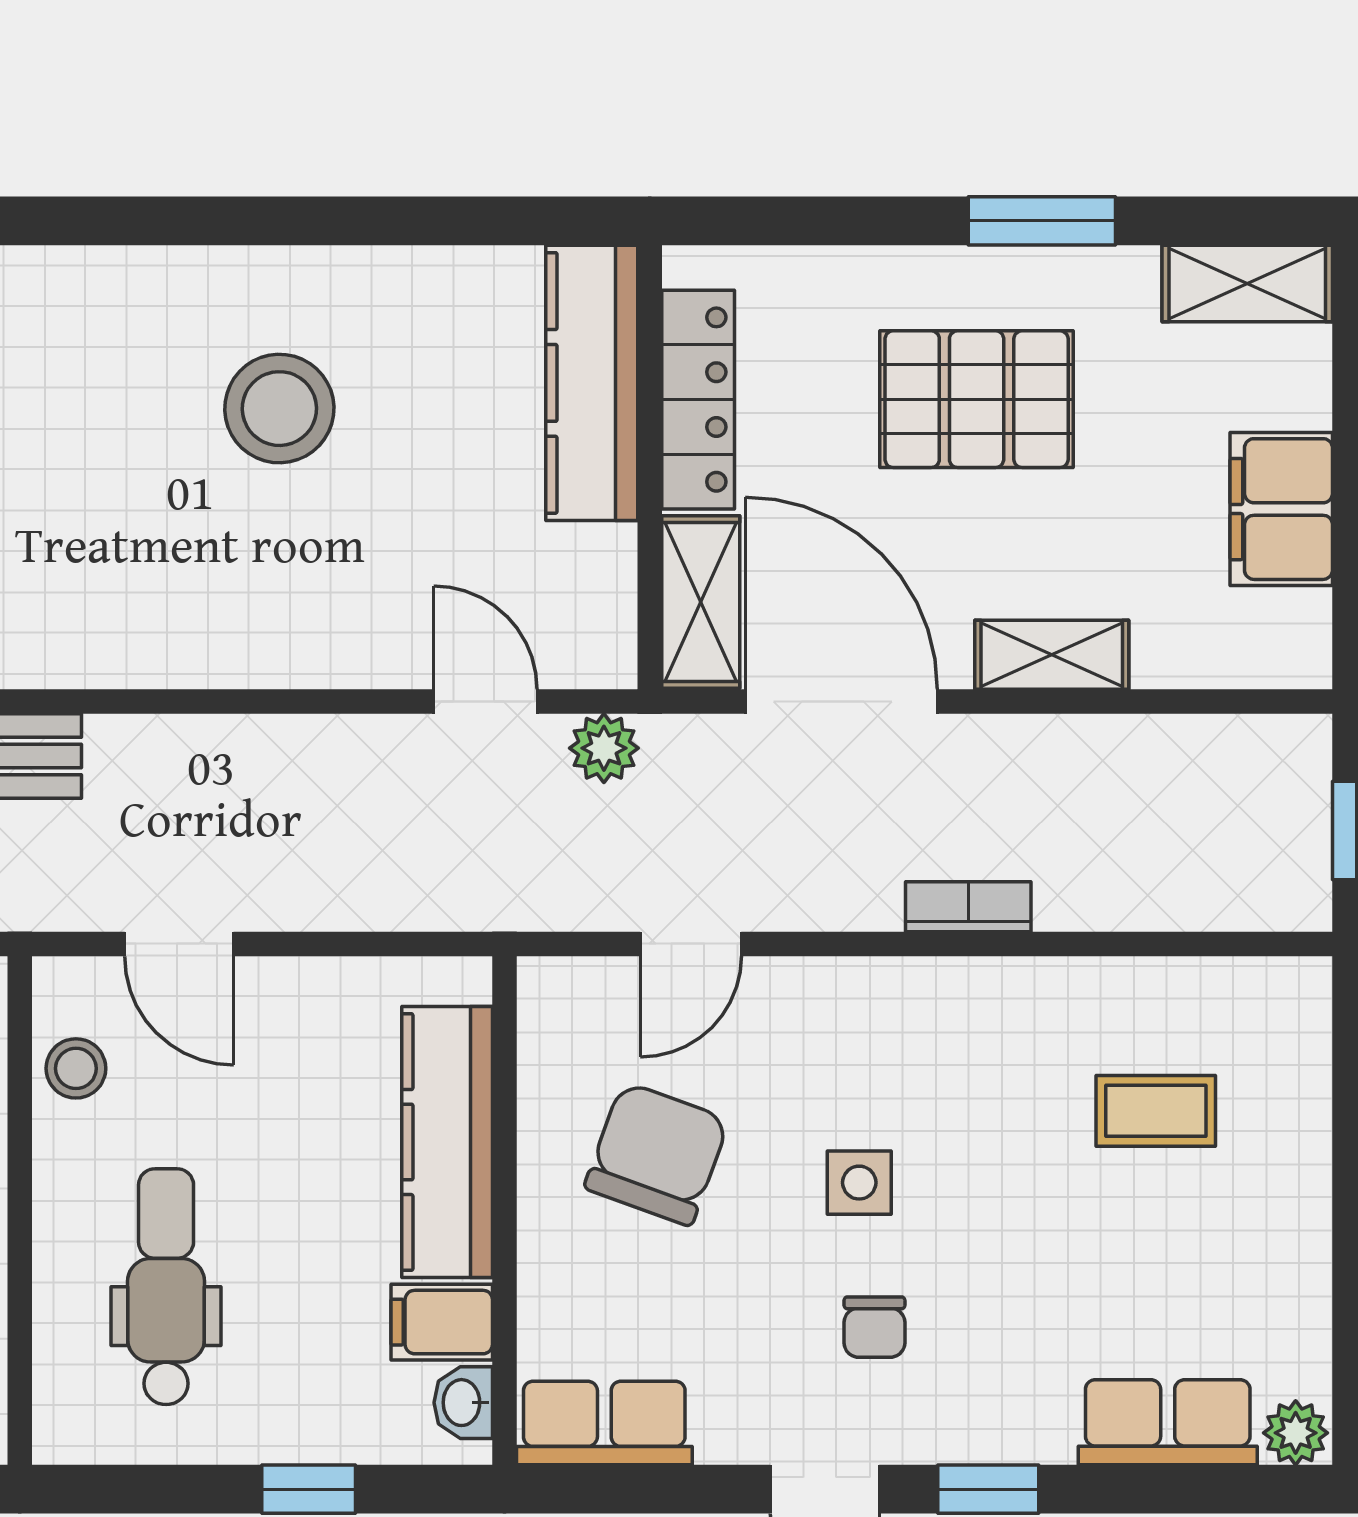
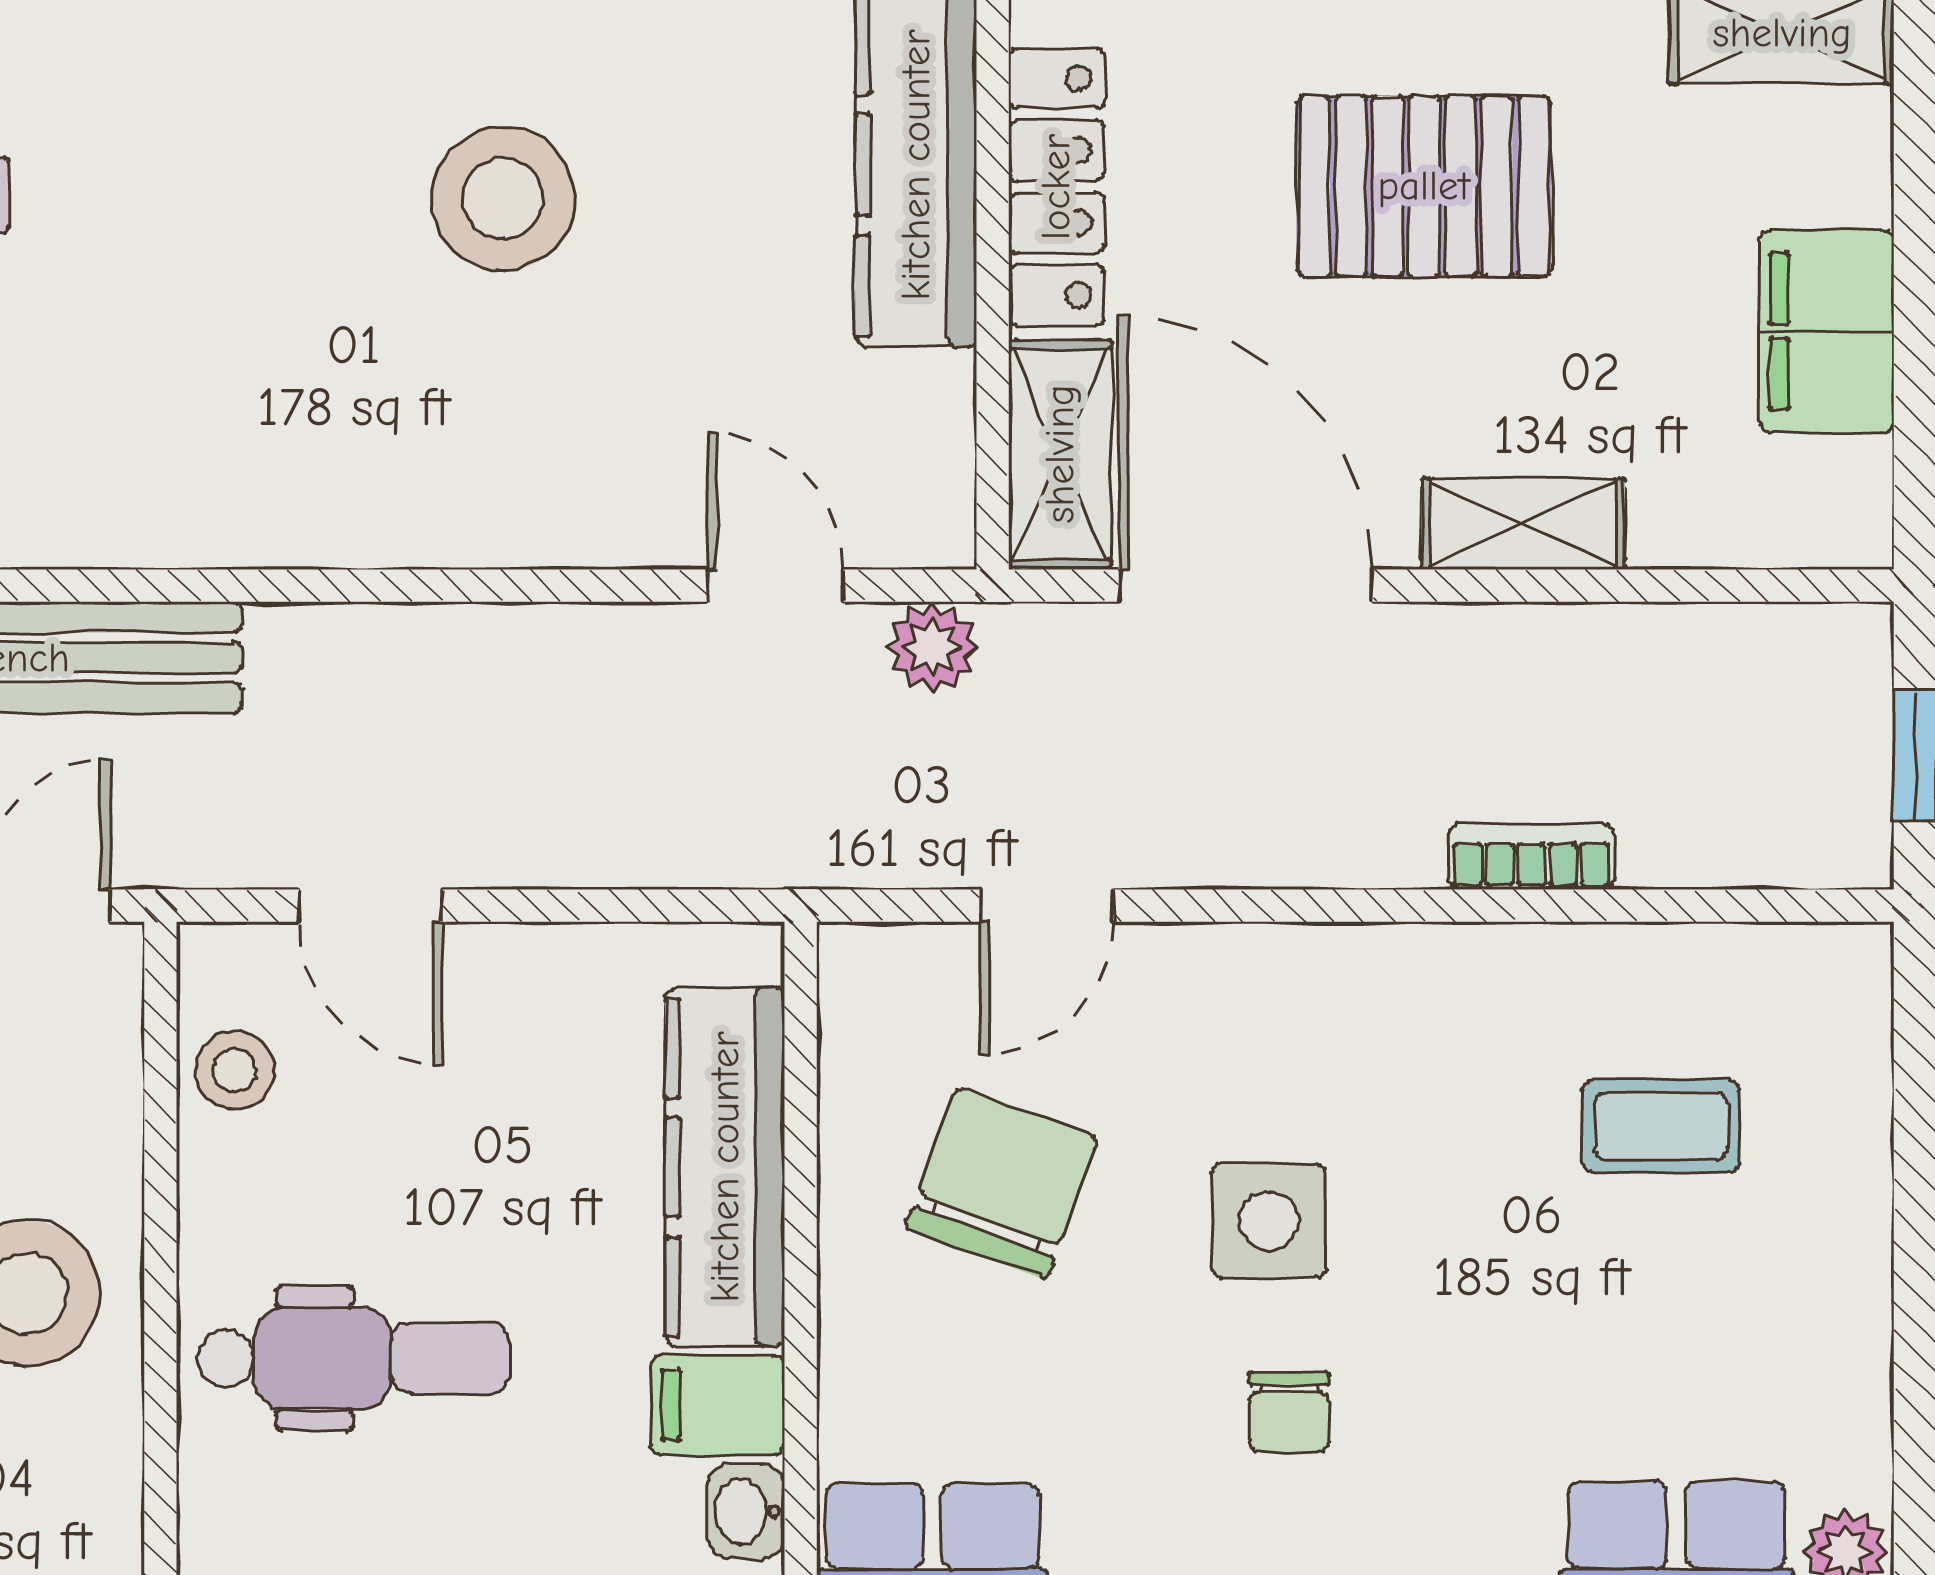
bookcase: (968, 907) -> (1531, 857), moved
side table: (859, 1183) -> (1269, 1221), width x1.37, depth x1.37
dental chair: (166, 1287) -> (354, 1358), turned 90

